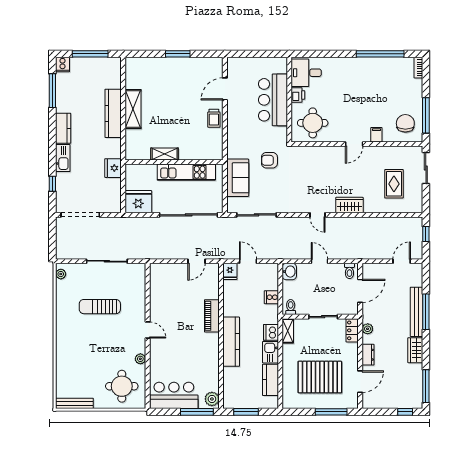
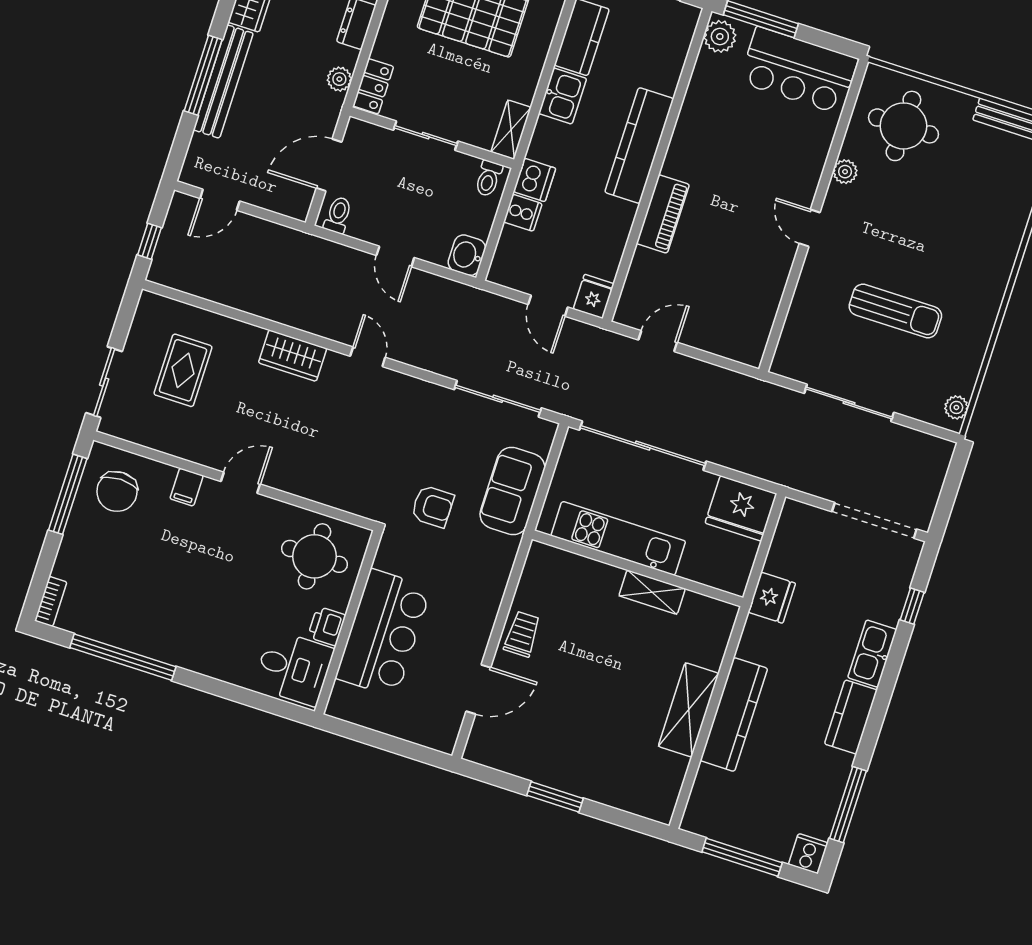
dishwasher: (271, 332) -> (534, 180), moved

